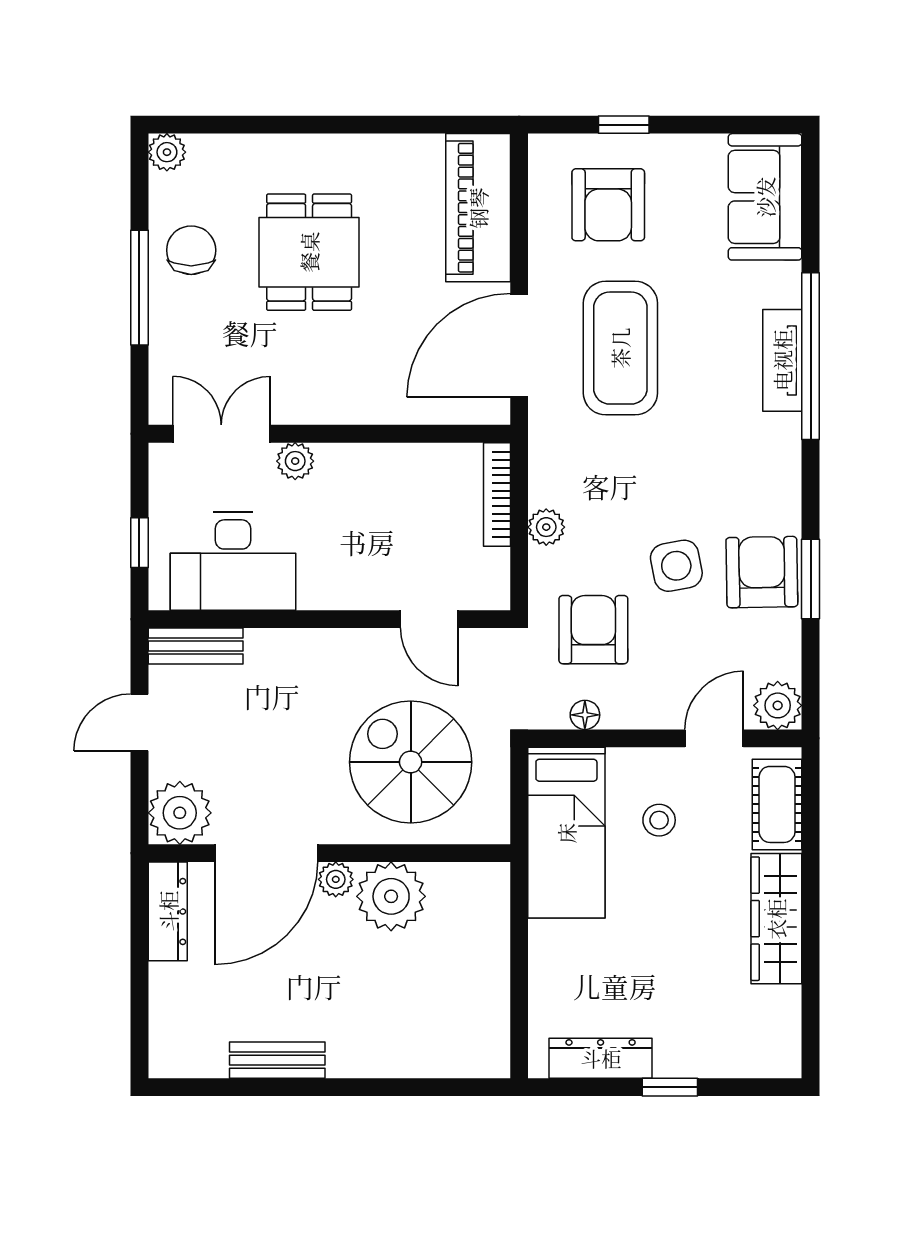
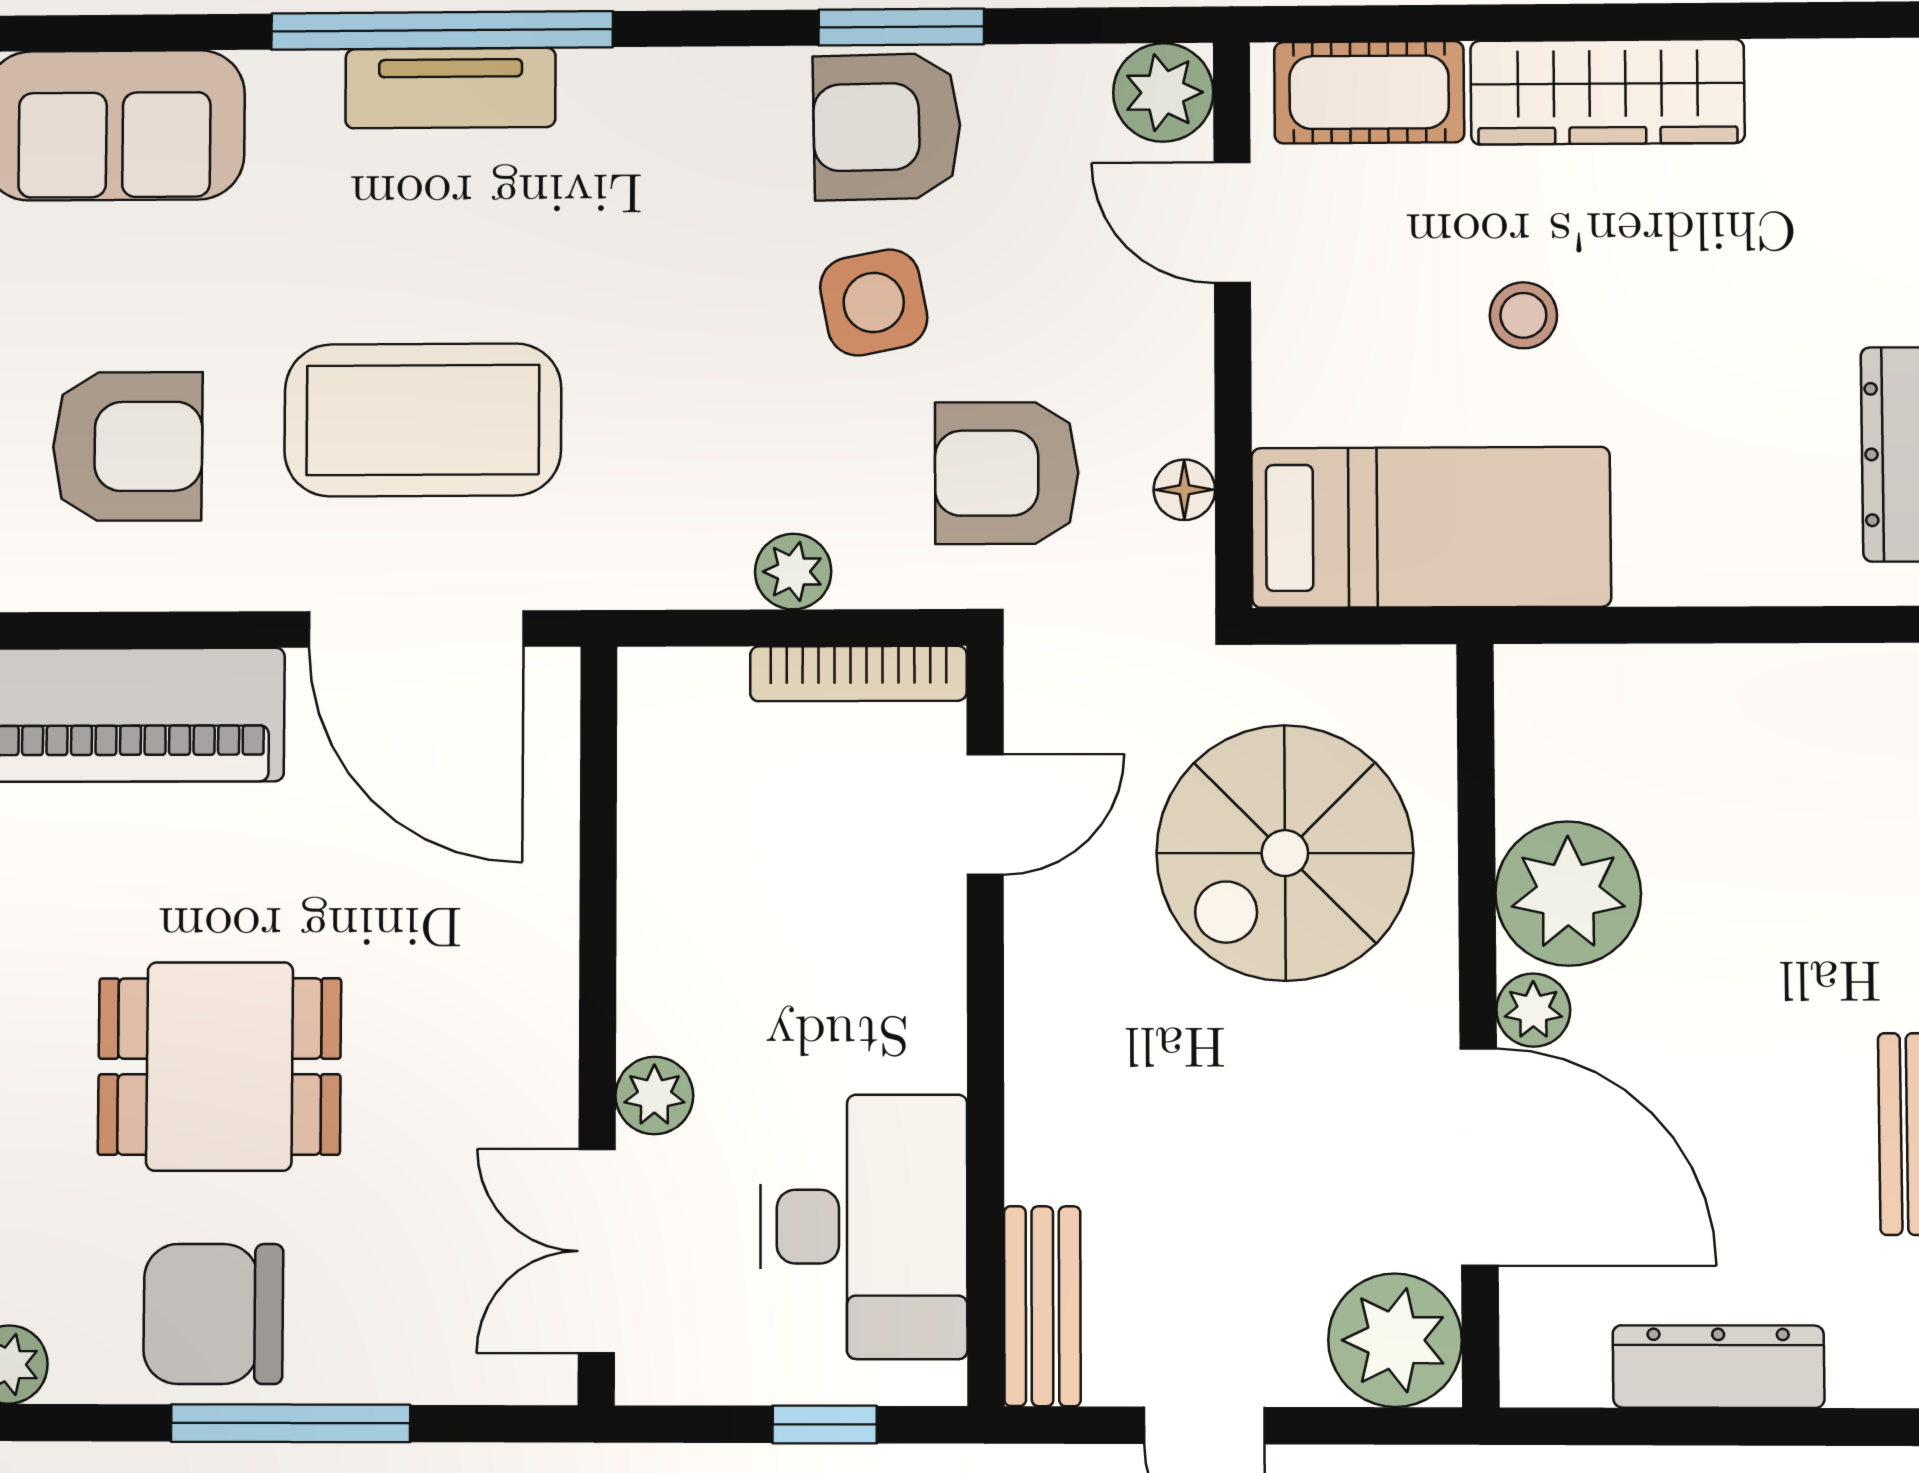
chair: (191, 250) -> (213, 1314), width x1.37, depth x1.37
bookcase: (497, 494) -> (858, 674), moved
stool: (659, 820) -> (1523, 315), moved
dresser: (168, 911) -> (1718, 1367), moved

